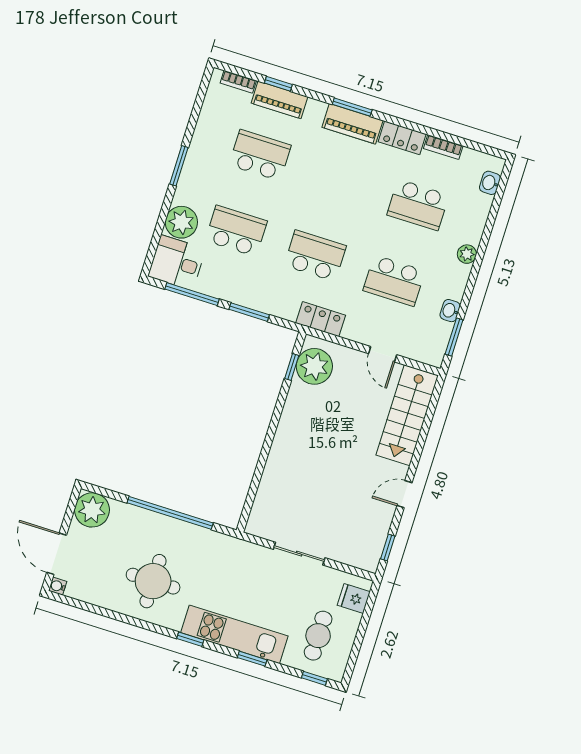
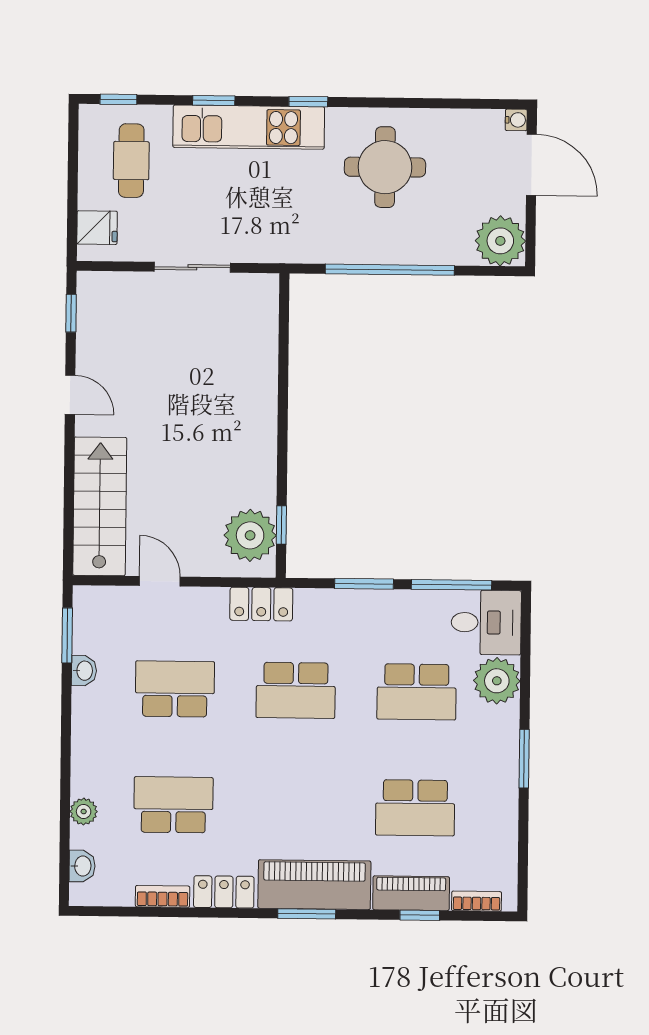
piano: (352, 124) -> (314, 885), width x1.37, depth x1.33
plant: (467, 254) -> (84, 812), moved
door: (405, 494) -> (70, 395), hinge flipped

